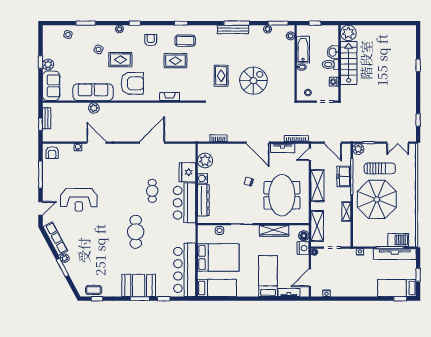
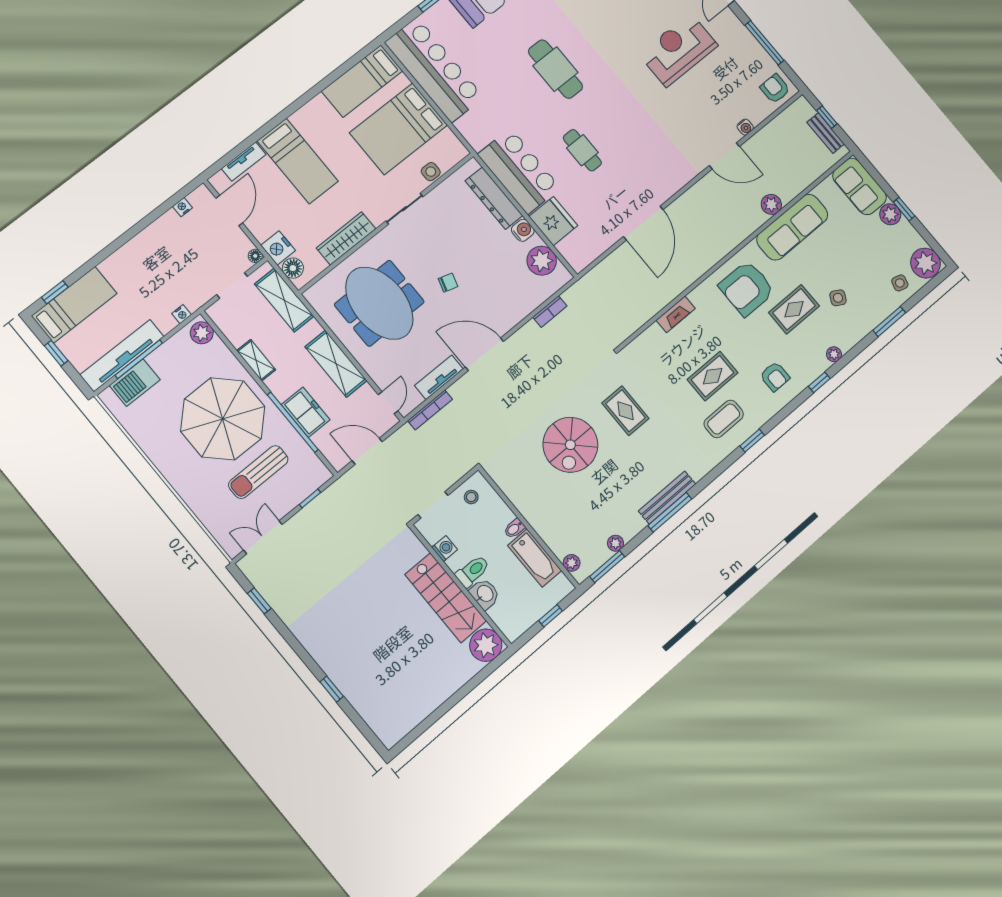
plant: (50, 34) -> (926, 263), added
plant: (358, 149) -> (202, 333), moved

